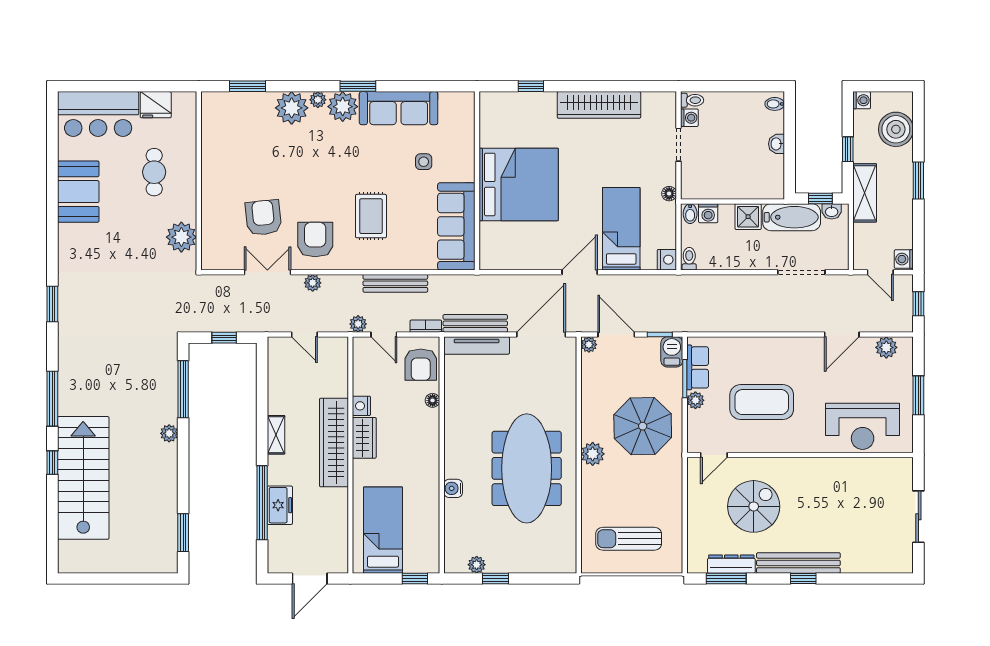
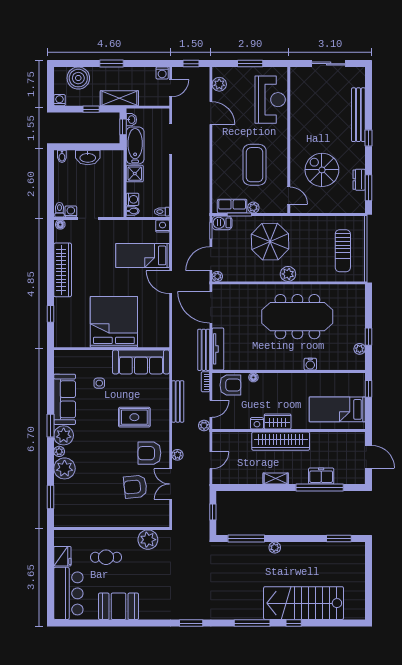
washbasin: (777, 144) -> (88, 157), width x1.91, depth x1.45
floor lamp: (669, 194) -> (60, 225), moved
bench: (798, 563) -> (358, 115), moved
dresser: (731, 564) -> (359, 180), width x0.70

